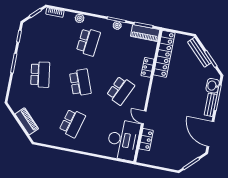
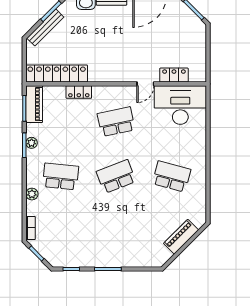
school desk: (40, 75) -> (116, 231), removed
school desk: (120, 90) -> (116, 122), turned -36

